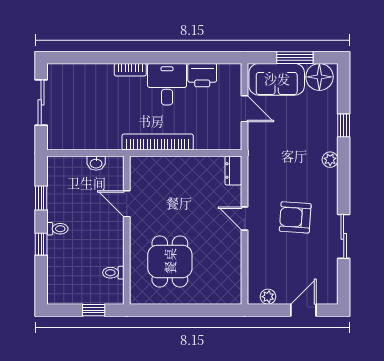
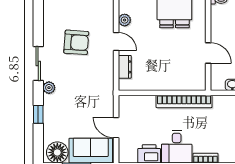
dresser: (233, 170) -> (125, 67), moved
sliding door: (344, 236) -> (38, 64), moved
plant: (234, 246) -> (125, 20), added

